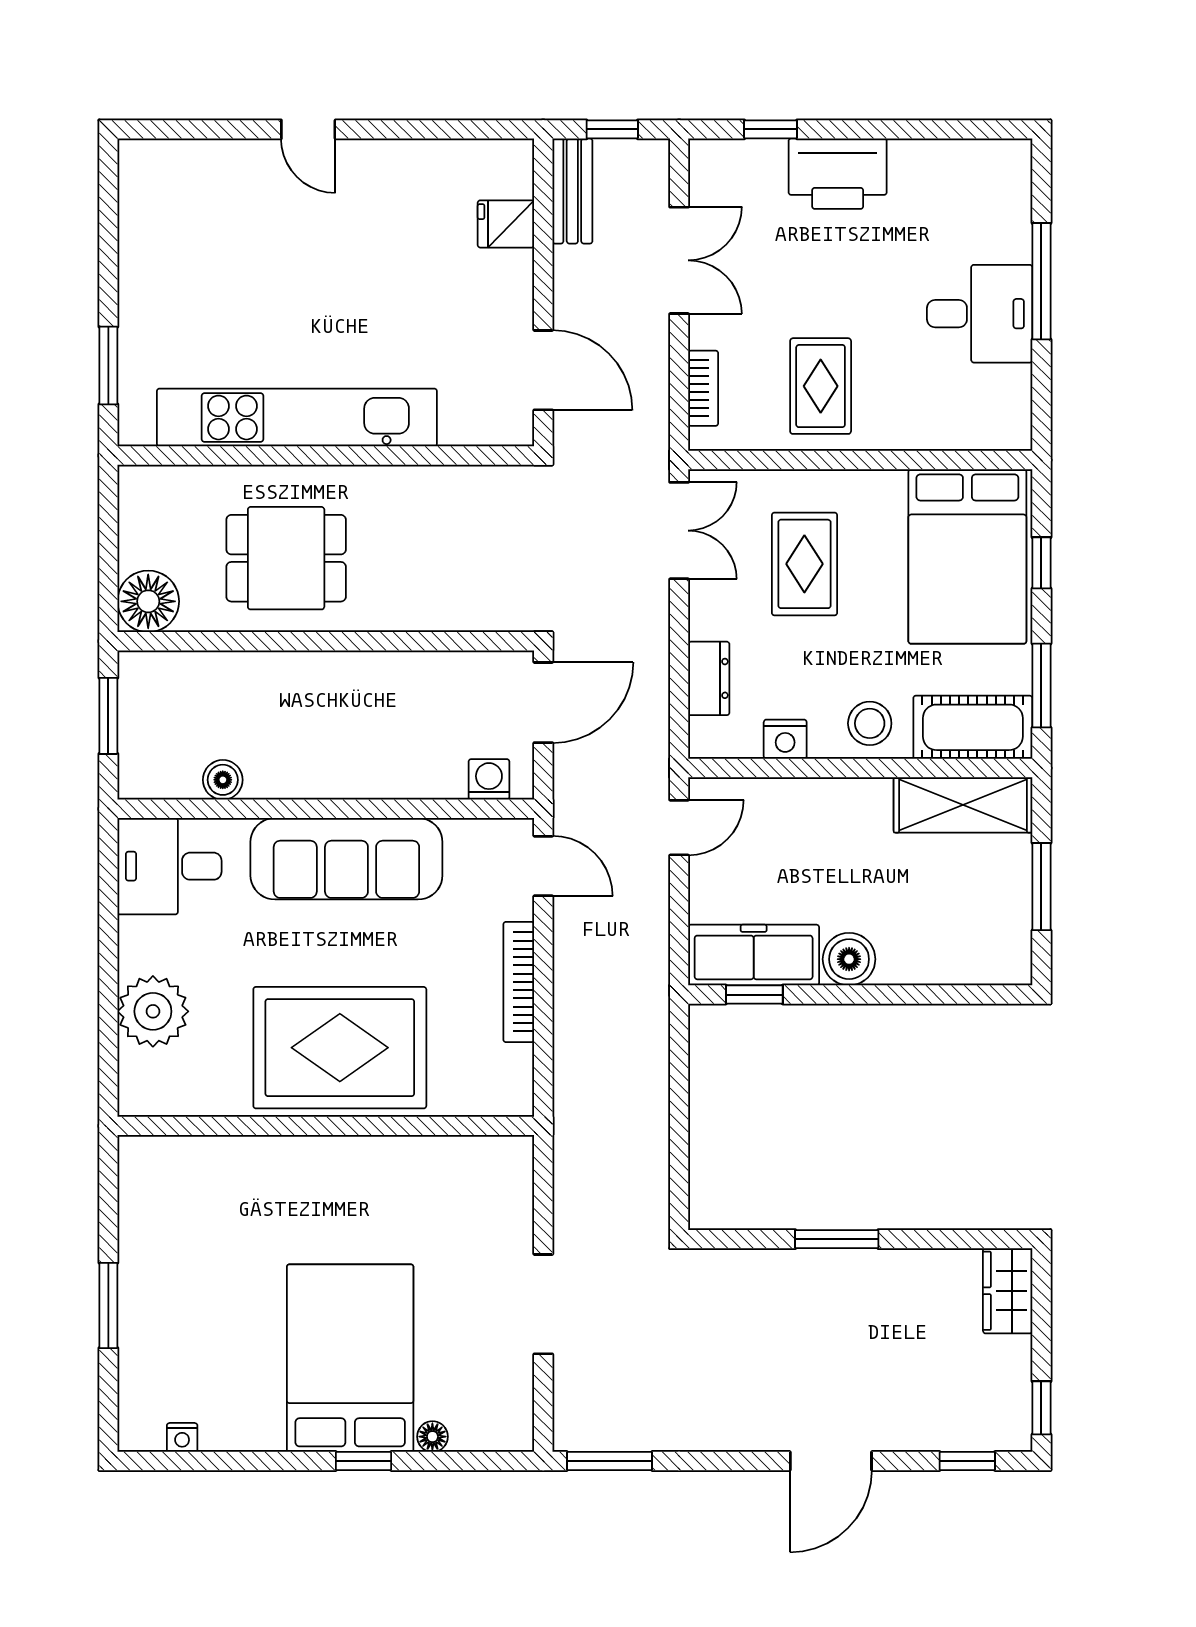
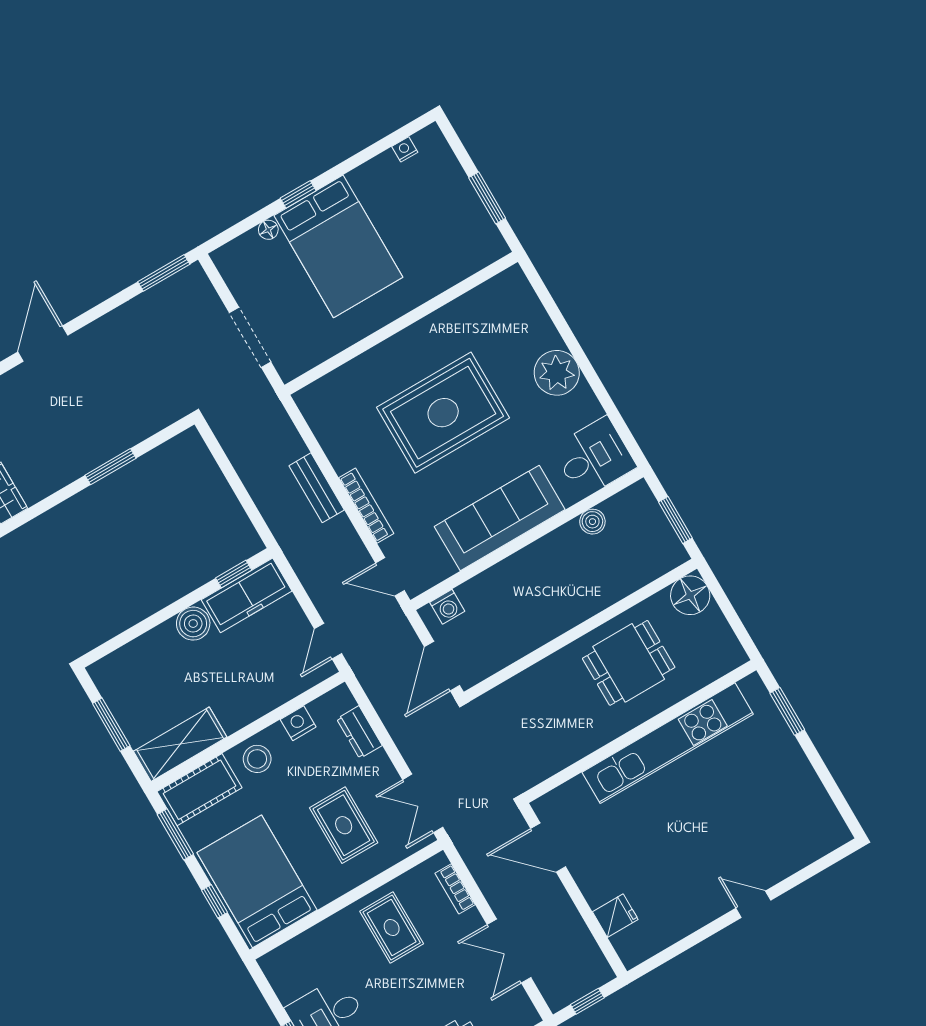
bench: (572, 191) -> (317, 488), moved
wall: (326, 1126) -> (401, 323), moved

